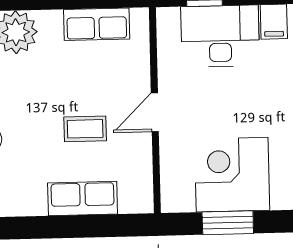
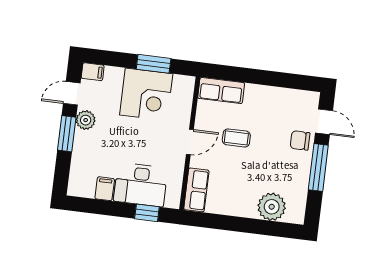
row of seats: (97, 24) -> (196, 190), moved, turned 90
row of seats: (83, 198) -> (221, 90), moved

